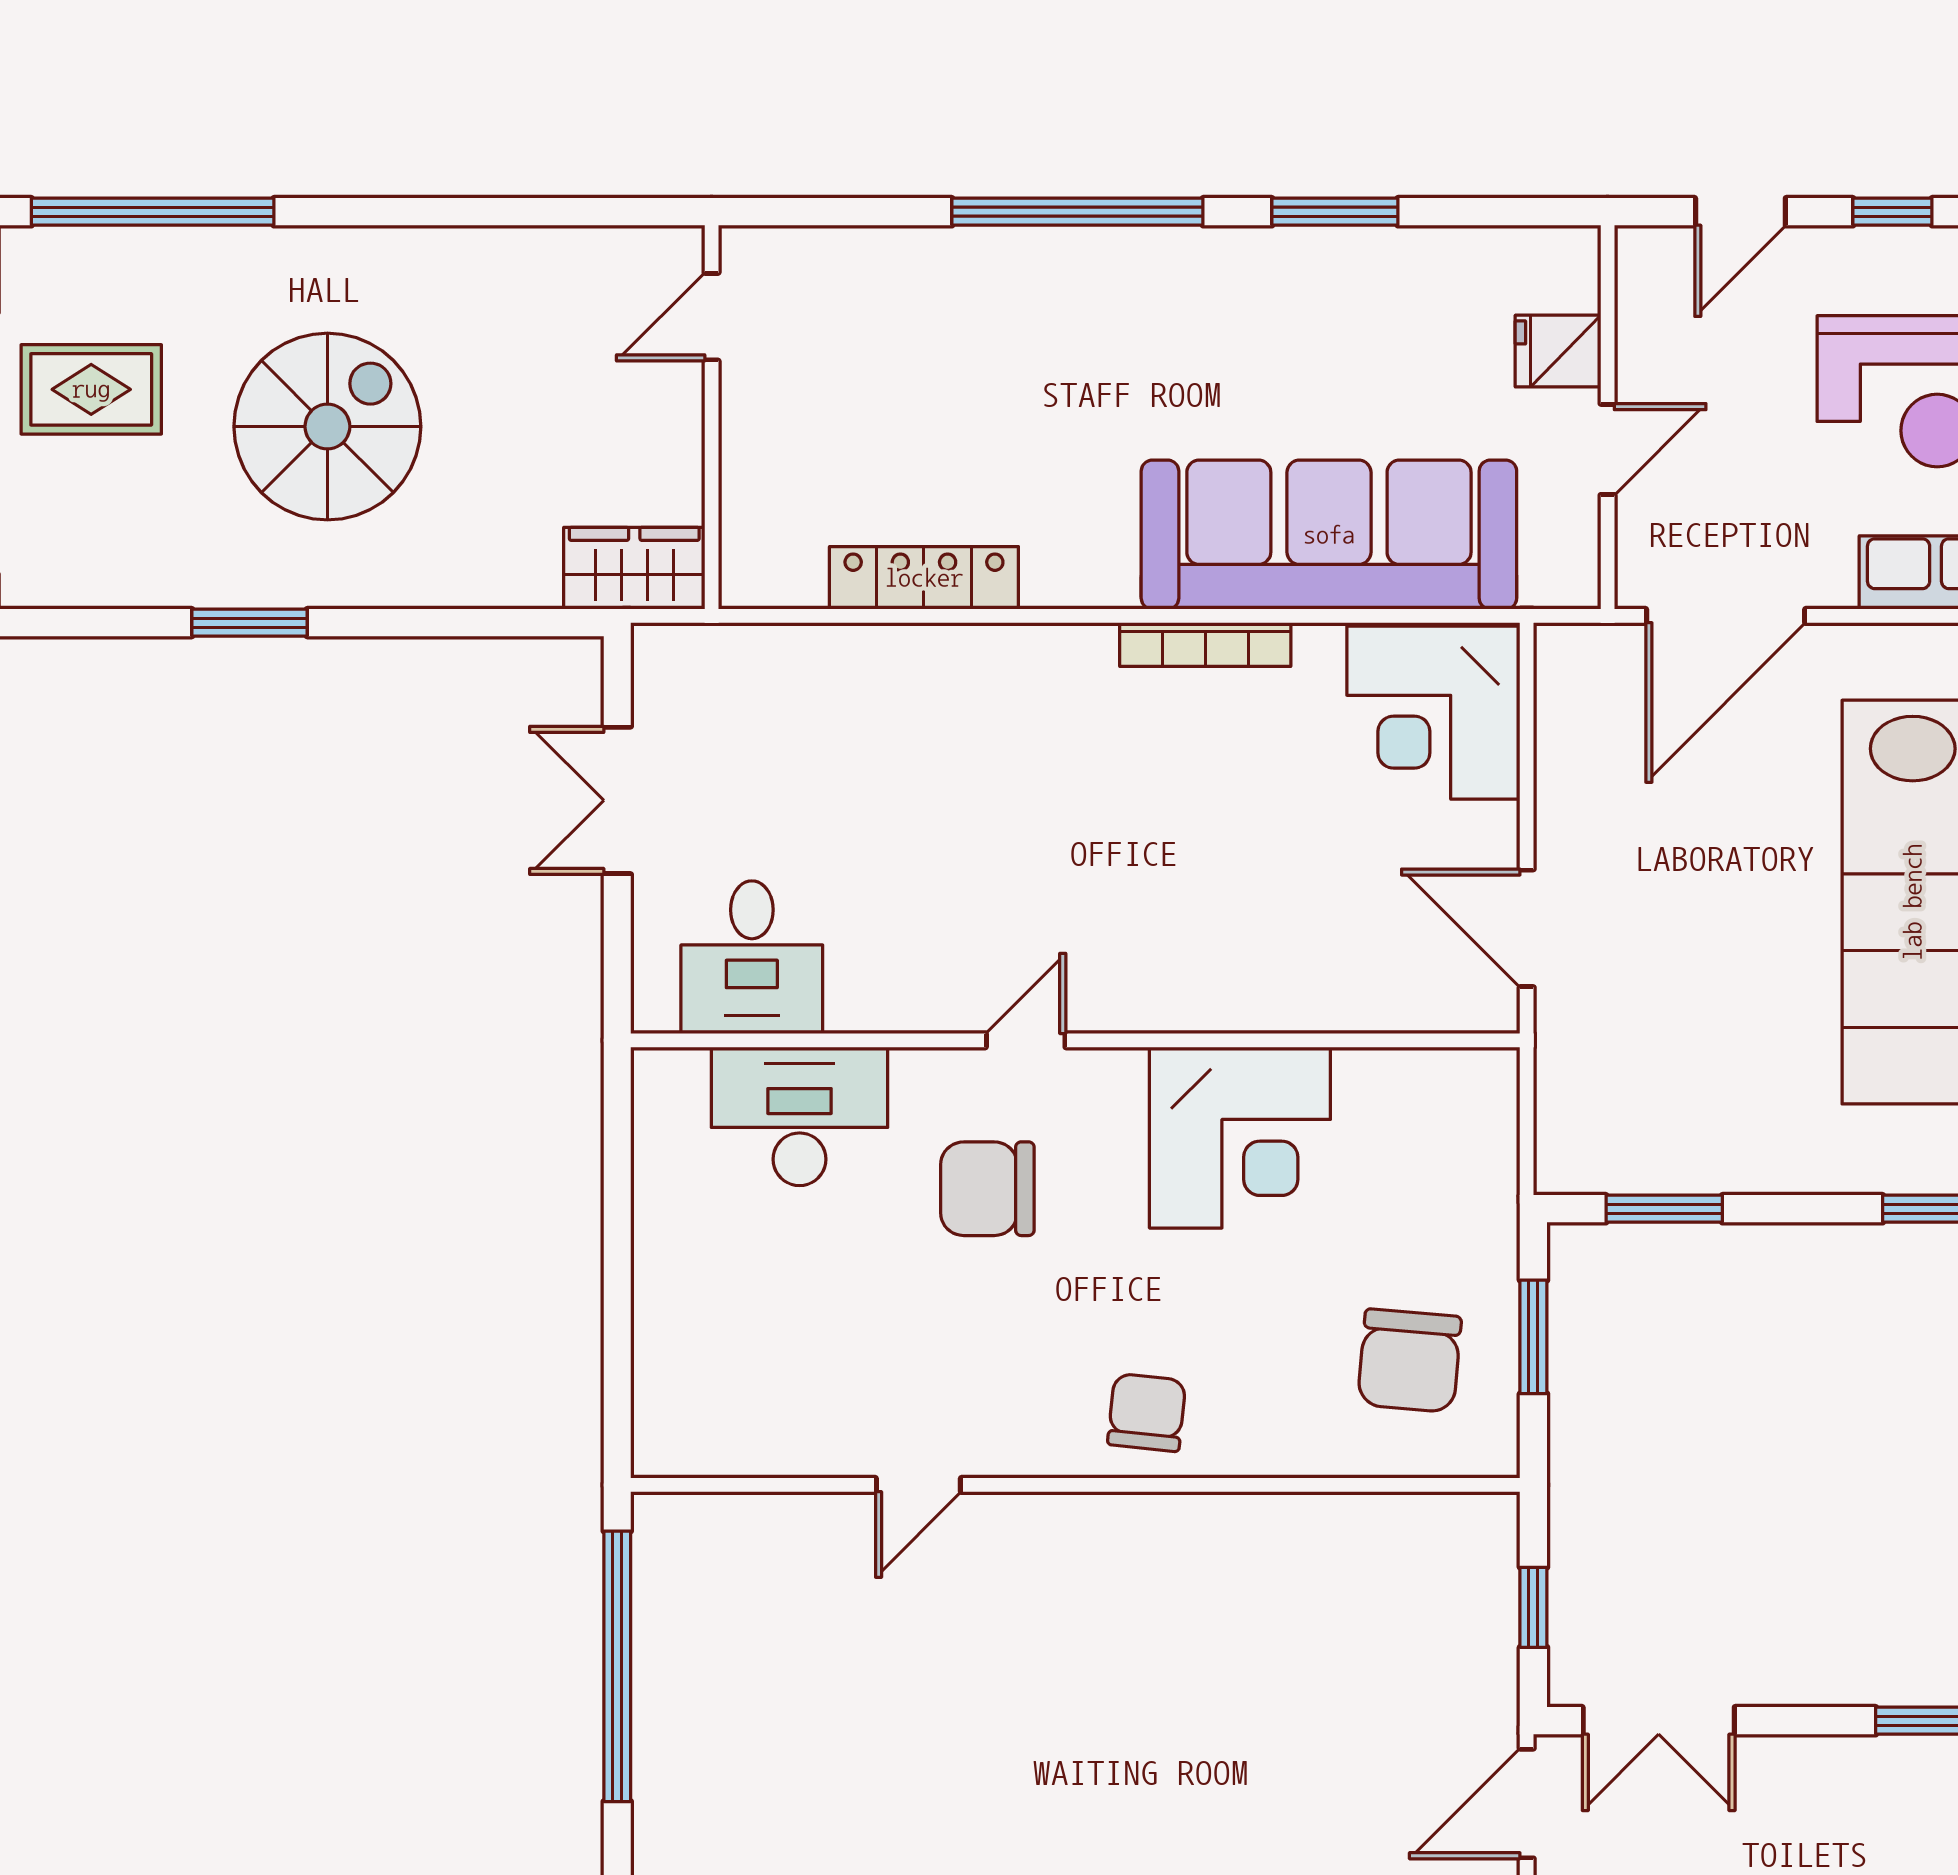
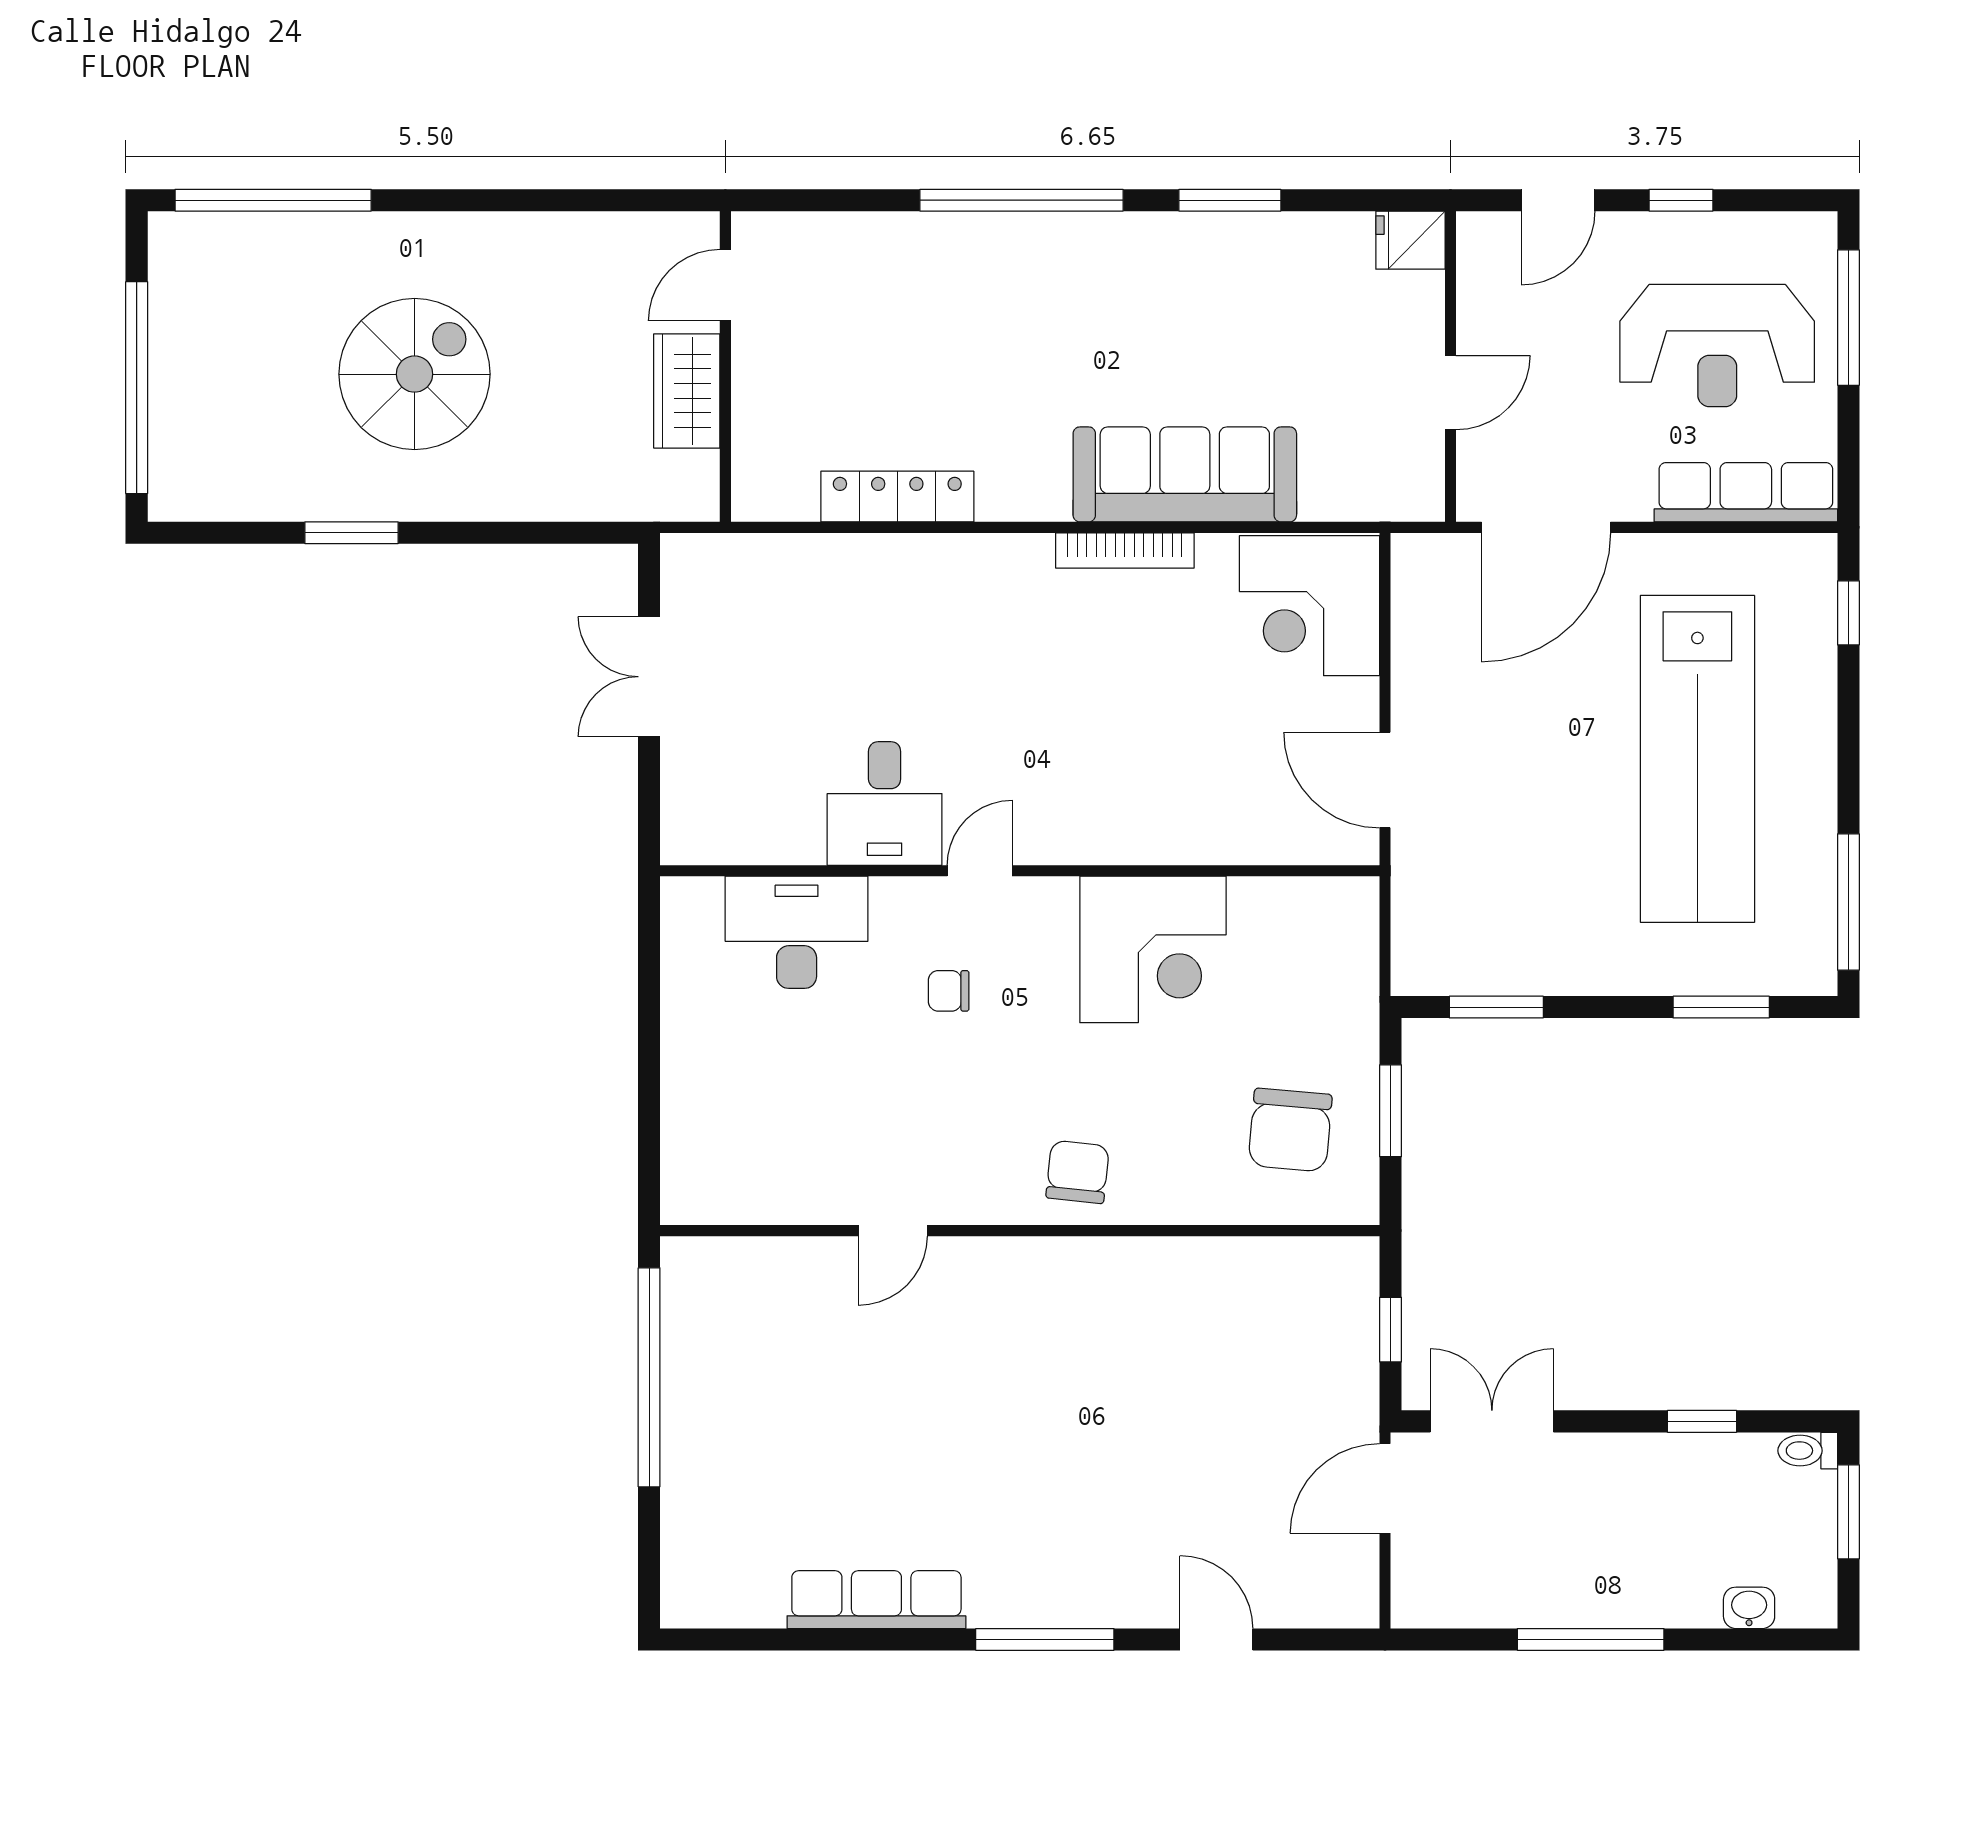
fridge: (1558, 351) -> (1410, 240), moved
rug: (91, 389) -> (223, 344), removed
sofa: (1329, 535) -> (1185, 474), width x0.74, depth x0.79
wardrobe: (634, 568) -> (687, 391), moved, turned -90
desk: (752, 957) -> (885, 803), moved
chair: (987, 1189) -> (949, 991), width x0.54, depth x0.54
double door: (1659, 1721) -> (1492, 1421), swing flipped

